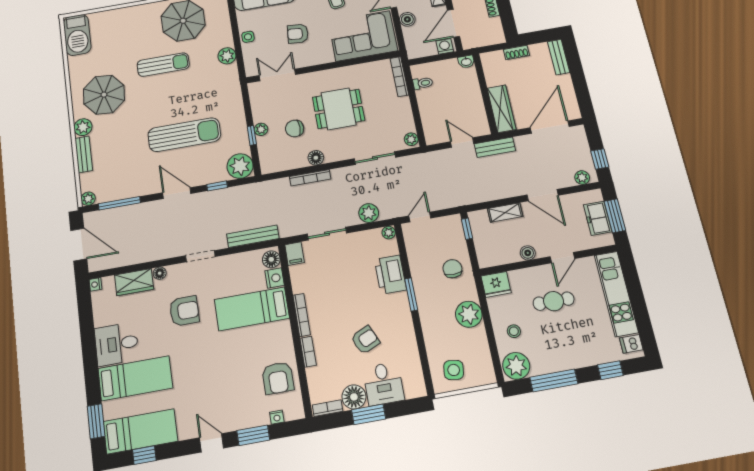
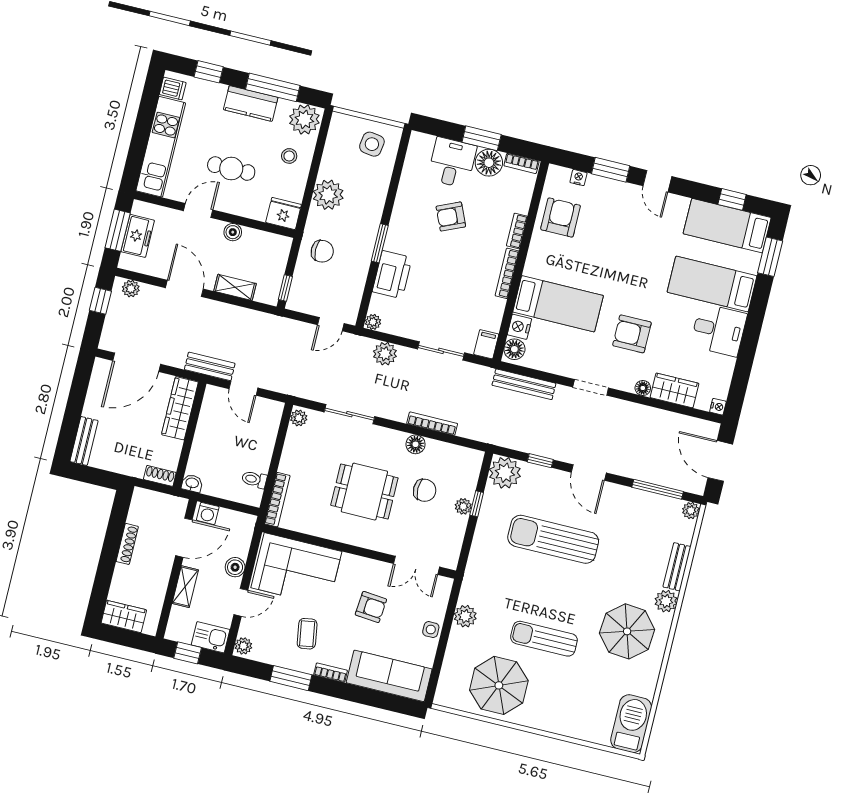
shoe rack: (516, 52) -> (160, 476), moved
chair: (452, 269) -> (322, 251), turned -90
kitchen counter: (565, 360) -> (251, 103), added

